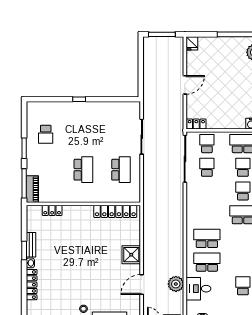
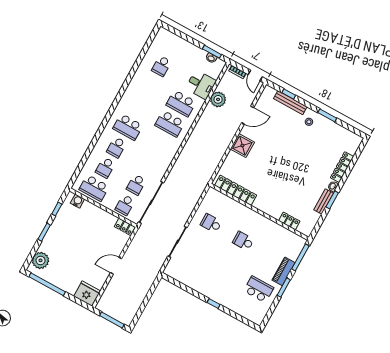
fridge: (192, 43) -> (87, 294), width x1.88, depth x1.34
school desk: (46, 134) -> (259, 289), width x1.85
school desk: (83, 170) -> (243, 241), width x0.54
school desk: (121, 170) -> (211, 223), width x0.54
piano: (32, 189) -> (284, 271), moved

